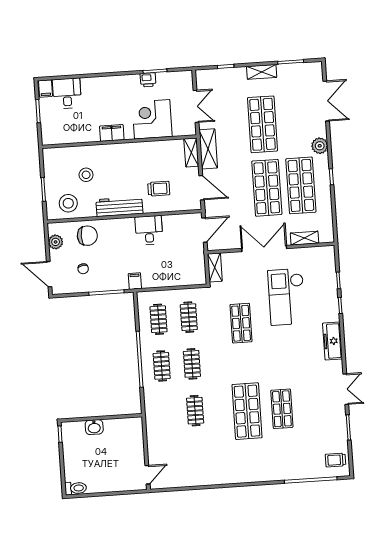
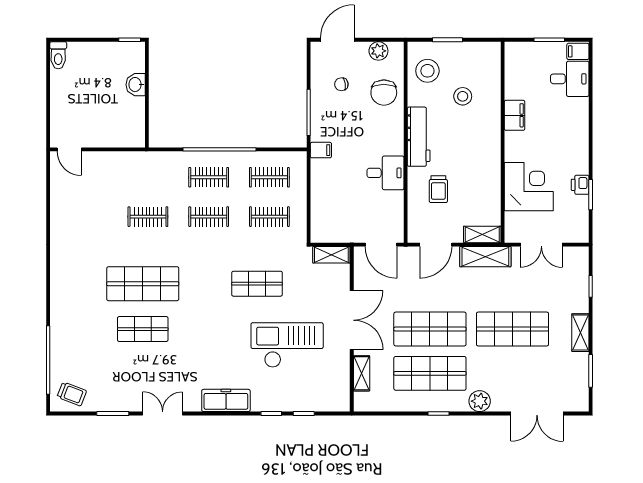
filing cabinet: (112, 133) -> (515, 115), moved
double door: (346, 389) -> (163, 413), swing flipped
trolley: (336, 460) -> (72, 394), turned 111

